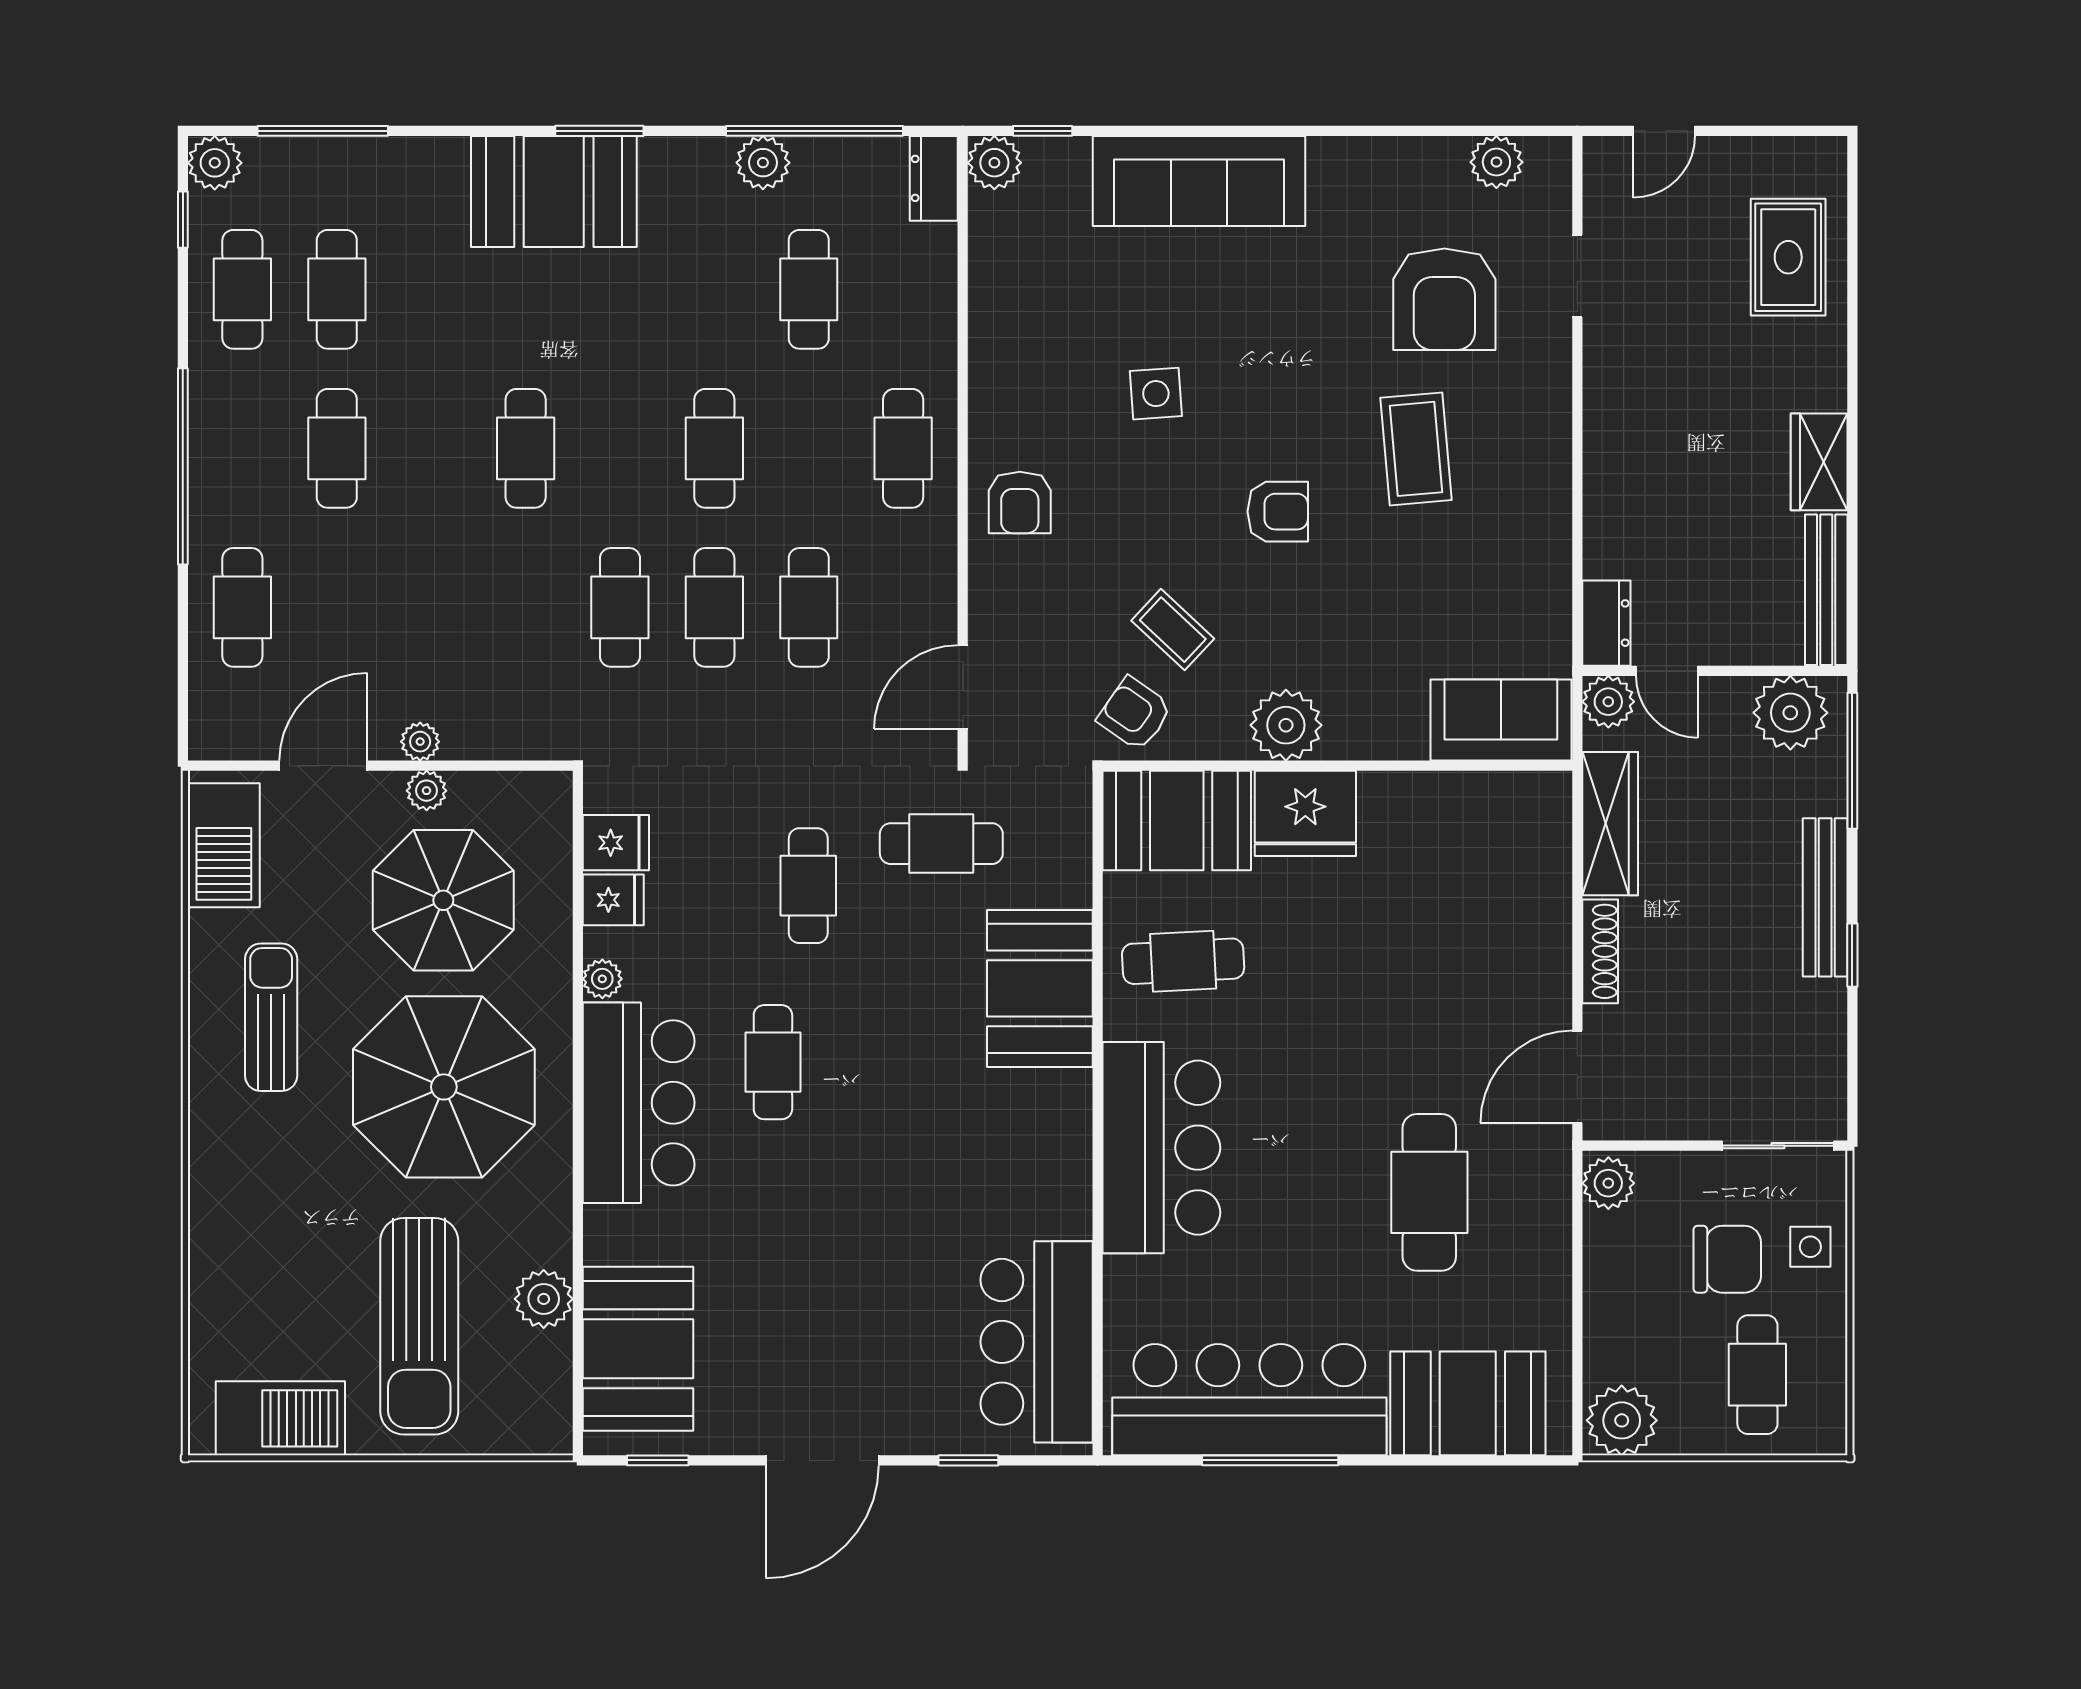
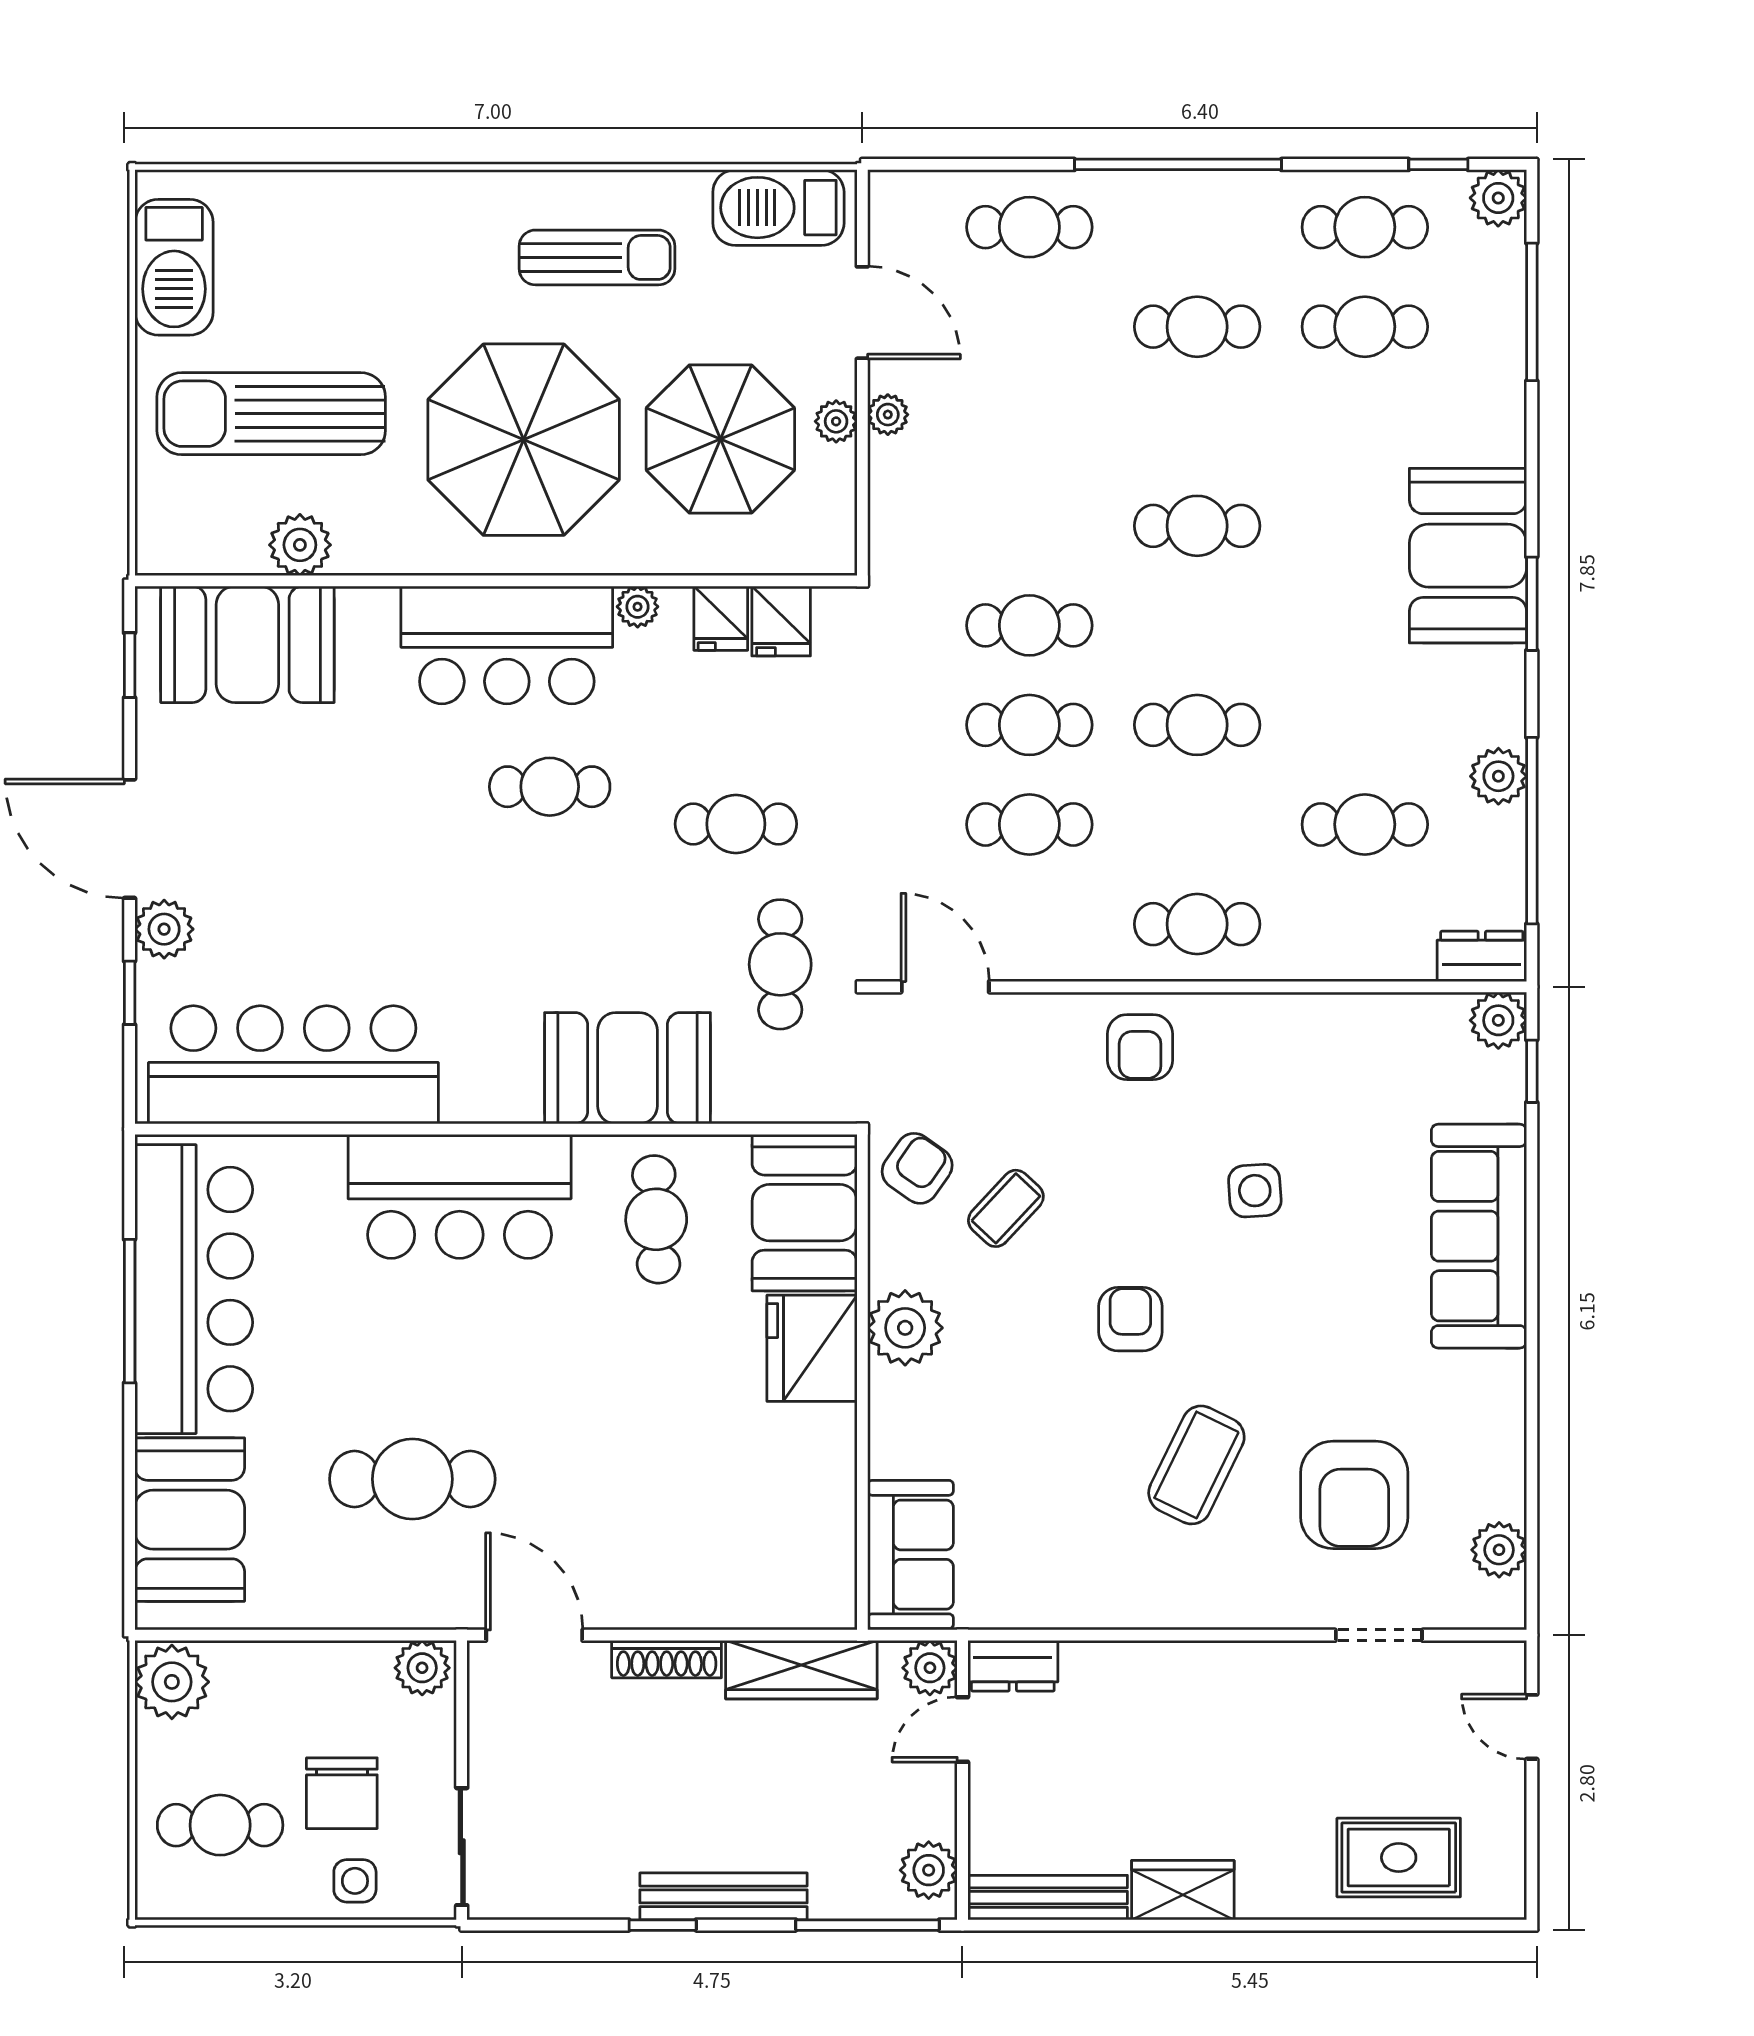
armchair: (1444, 299) -> (1354, 1495), turned -90
coffee table: (1416, 449) -> (1196, 1465), turned -59
armchair: (1020, 502) -> (1140, 1047), turned -90
armchair: (1278, 512) -> (1130, 1319), turned 180
plant: (1790, 713) -> (929, 1870), width x0.73, depth x0.73
bar counter: (1037, 1342) -> (293, 1065), width x1.36
plant: (908, 1428) -> (164, 929), added

